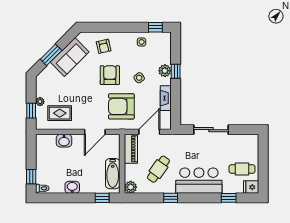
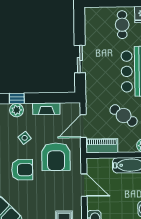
armchair: (110, 75) -> (22, 170), turned 180
sliding door: (211, 130) -> (80, 59), width x0.73
door: (149, 132) -> (83, 126), hinge flipped

